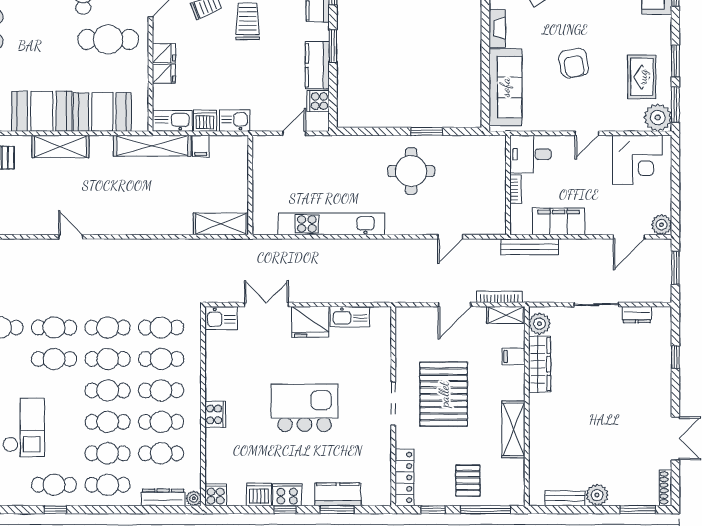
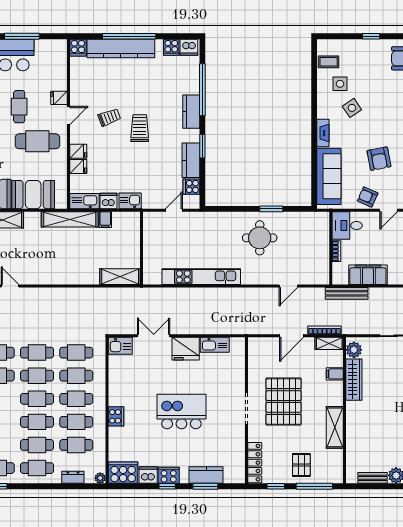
armchair: (558, 115) -> (368, 197), added
cooker: (216, 495) -> (123, 473), width x1.87, depth x1.31
dresser: (163, 497) -> (73, 477), width x0.70

